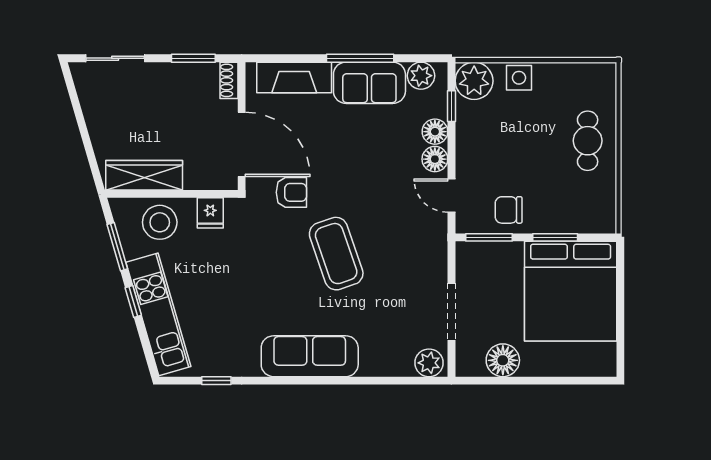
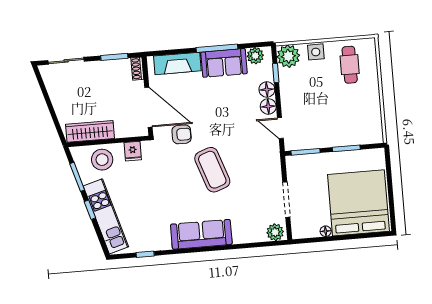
cafe table: (588, 141) -> (350, 65), moved
chair: (509, 210) -> (316, 134), removed
bed: (571, 291) -> (358, 203), moved, turned 180
floor lamp: (503, 360) -> (326, 231), width x0.53, depth x0.53

